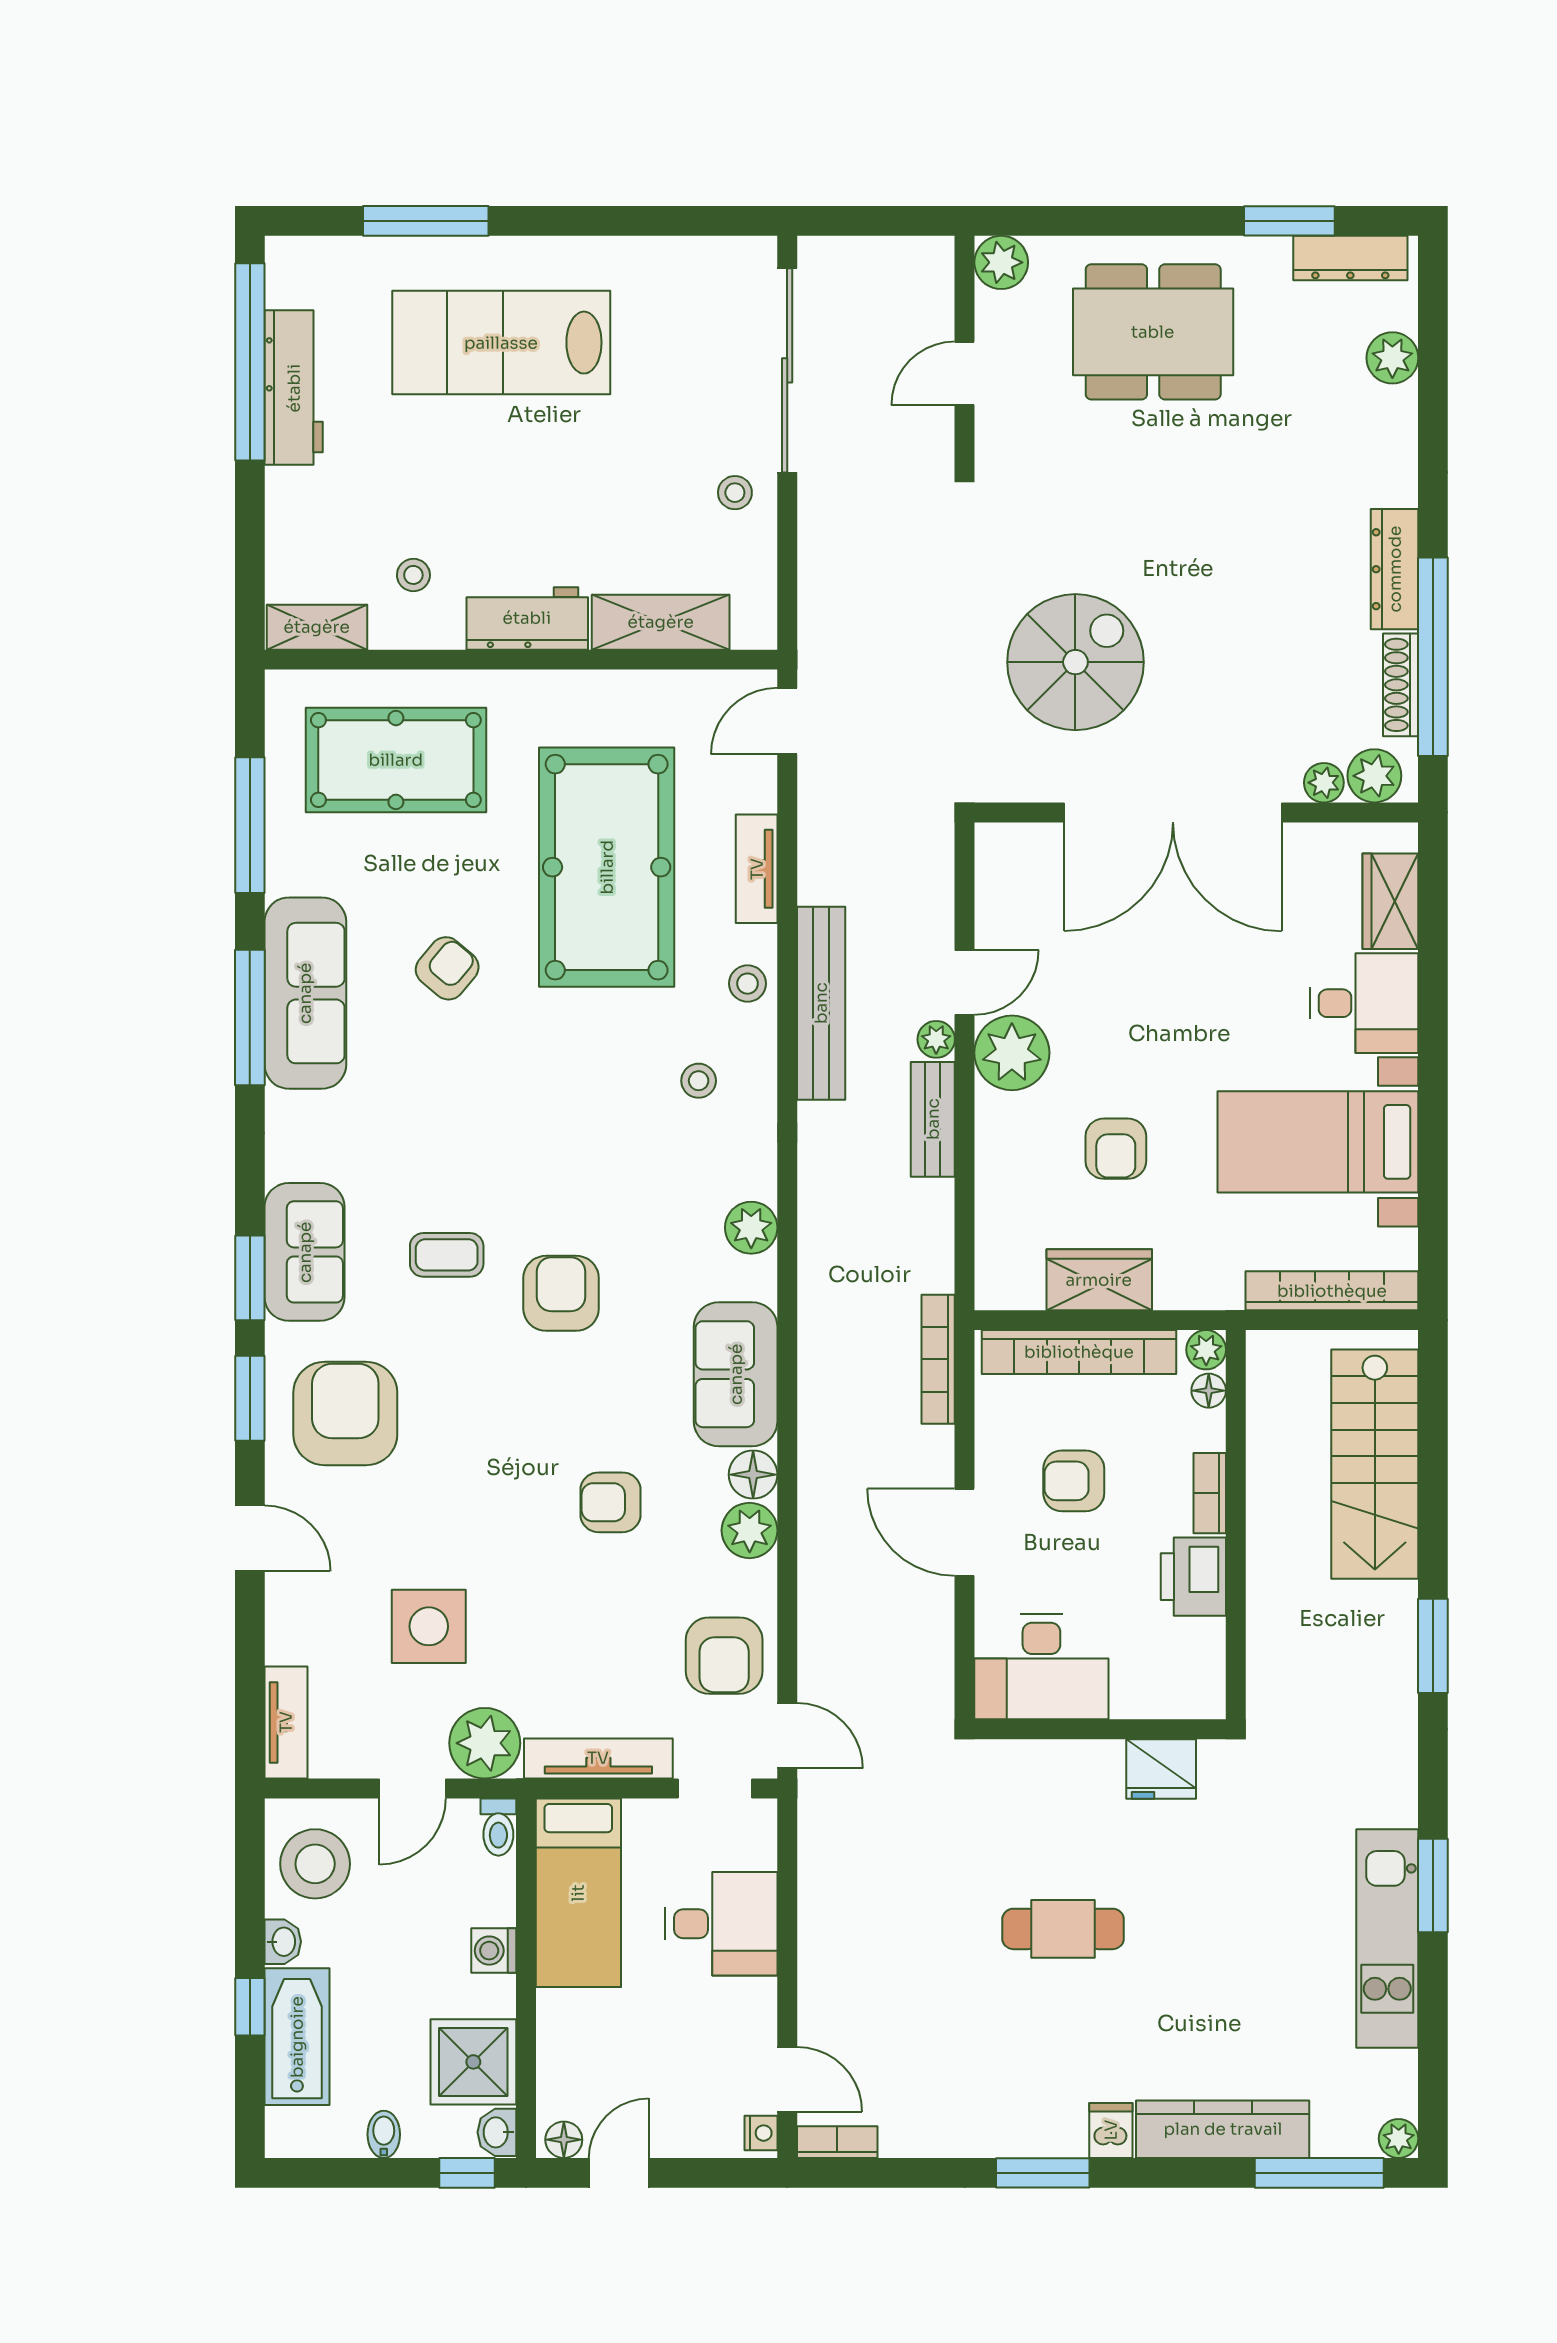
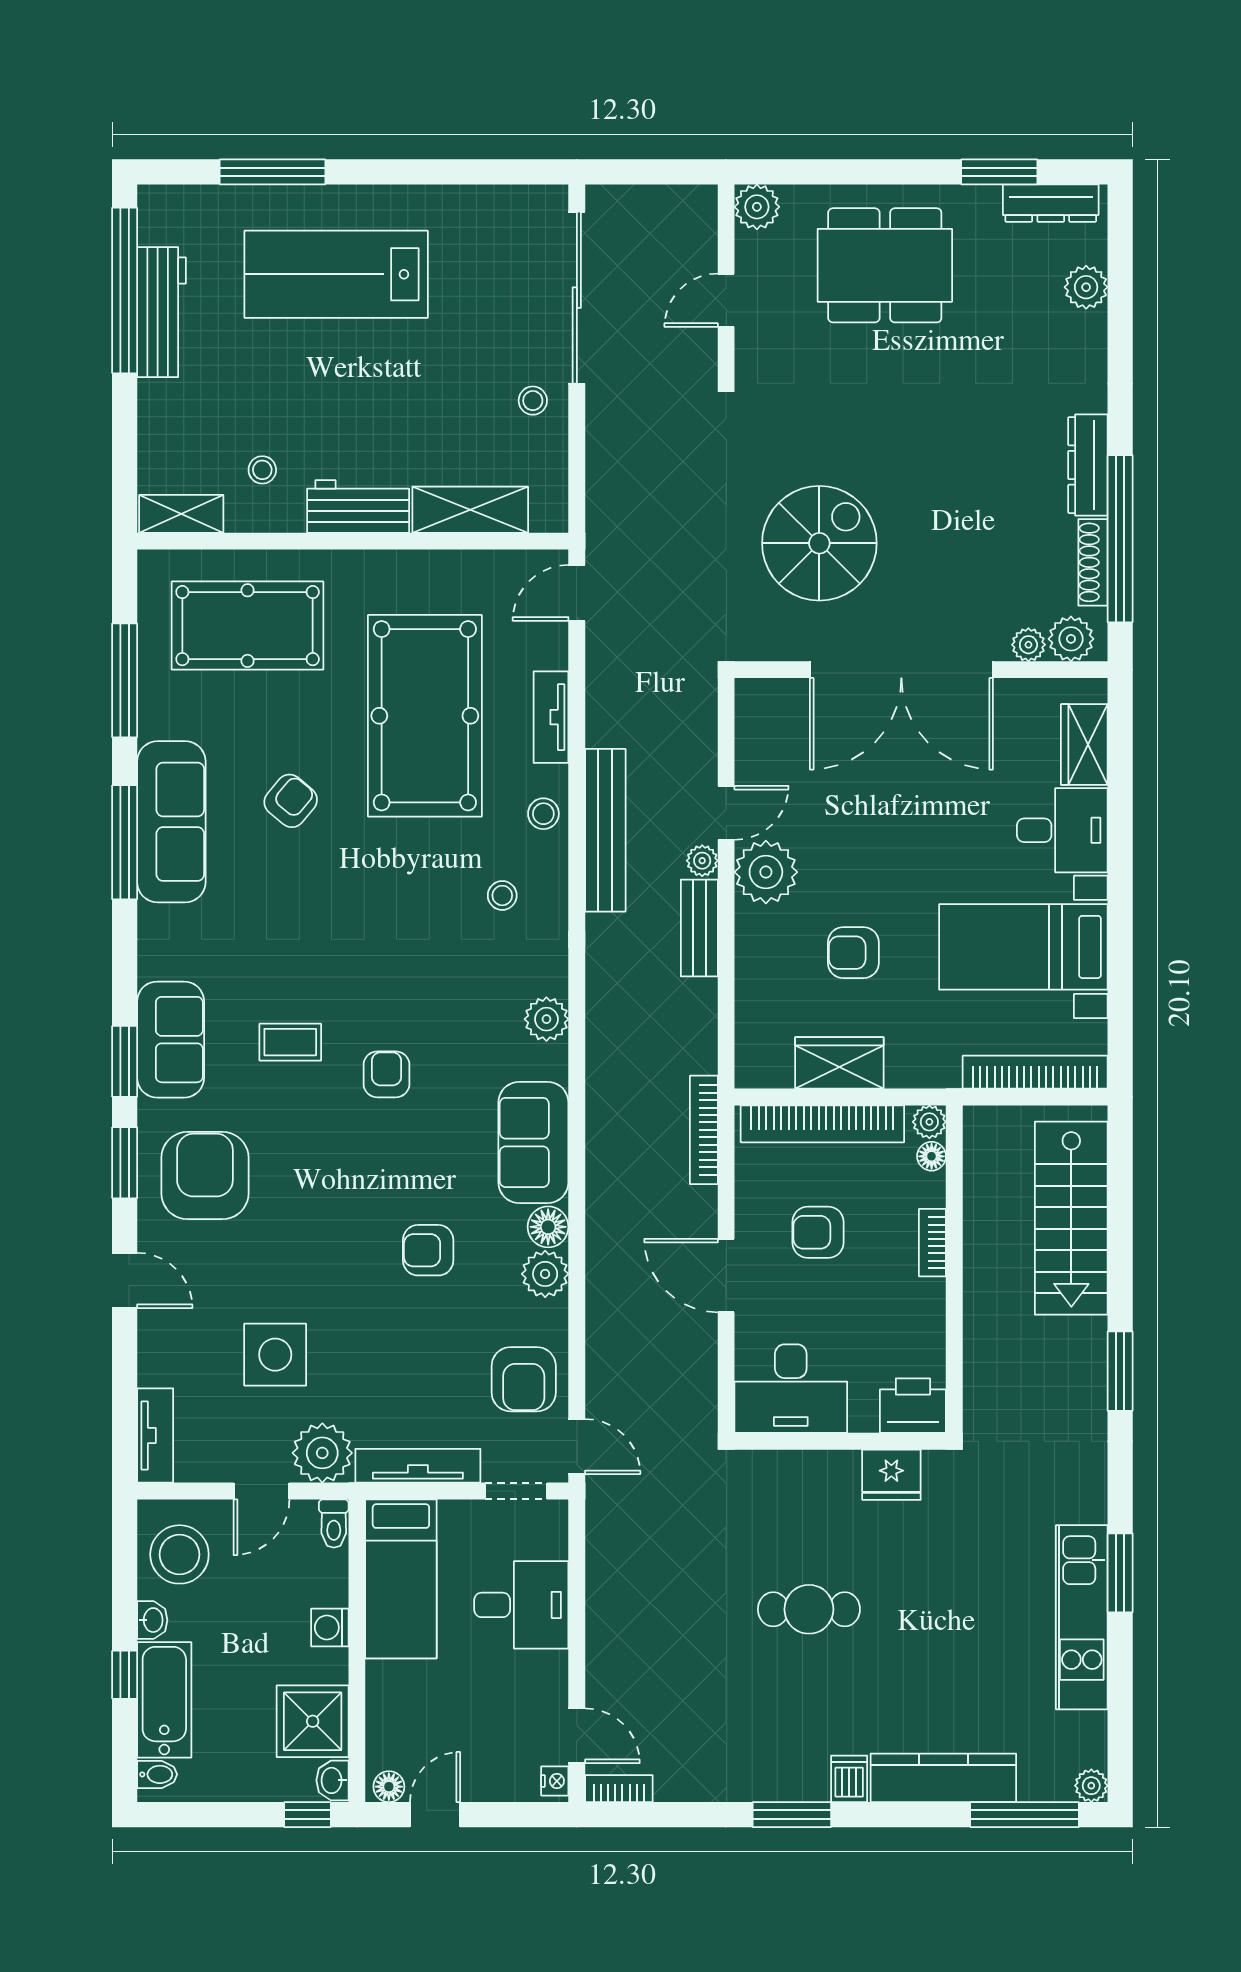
armchair: (1116, 1149) -> (853, 953), turned 90
armchair: (561, 1293) -> (386, 1074), width x0.72, depth x0.72
printer: (1193, 1577) -> (913, 1406), moved, turned 90
bidet: (384, 2134) -> (157, 1774), moved, turned 90

